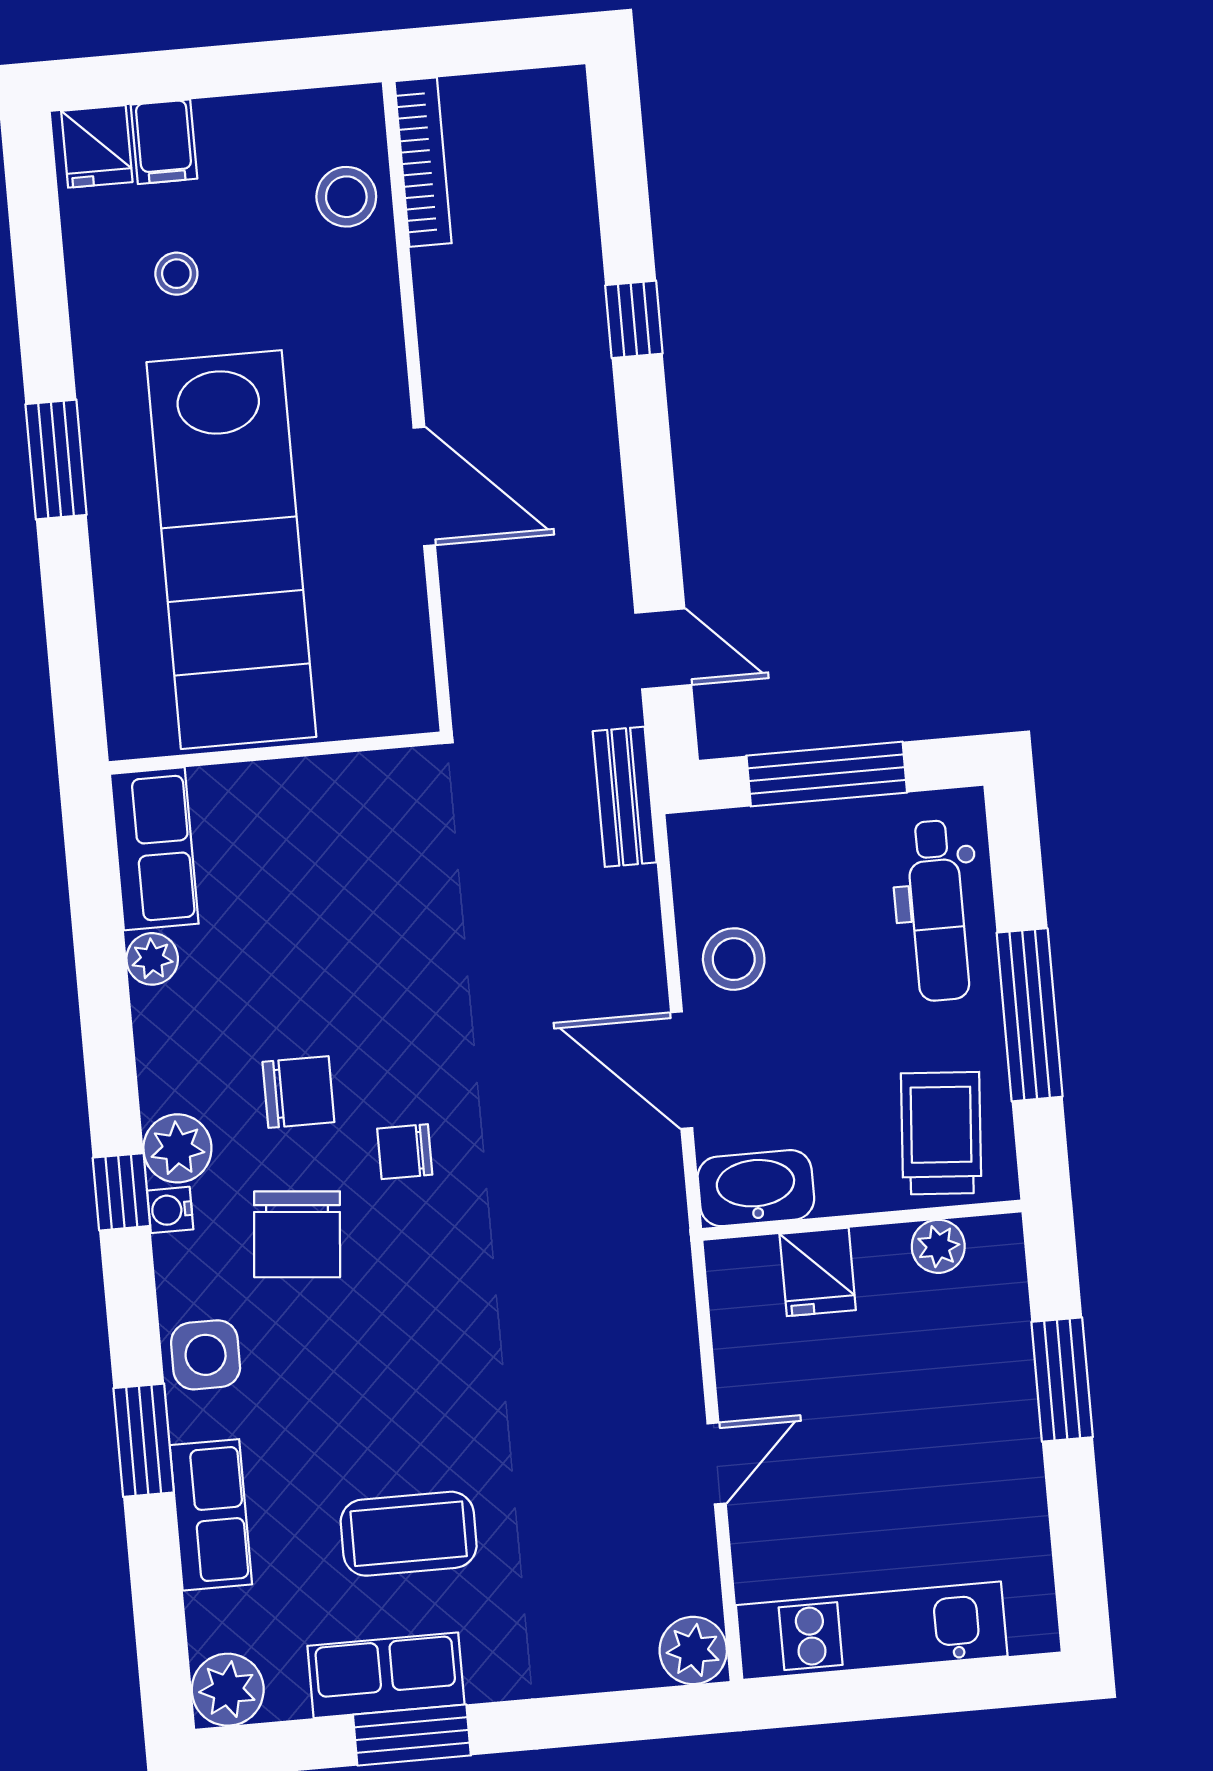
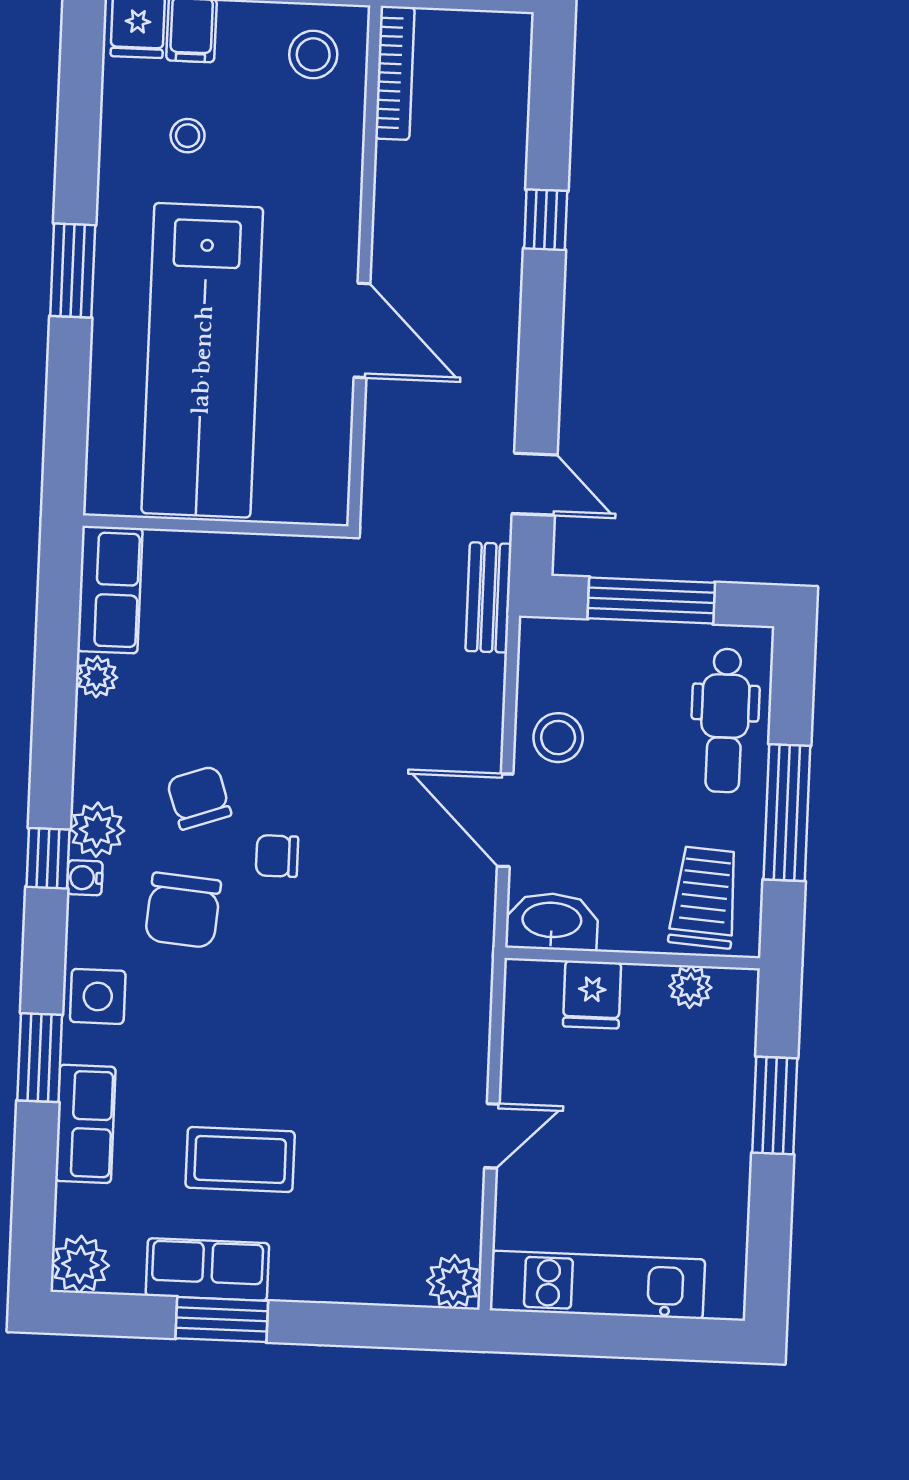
stool: (346, 197) -> (313, 54), moved
chair: (298, 1092) -> (199, 798), turned -109

